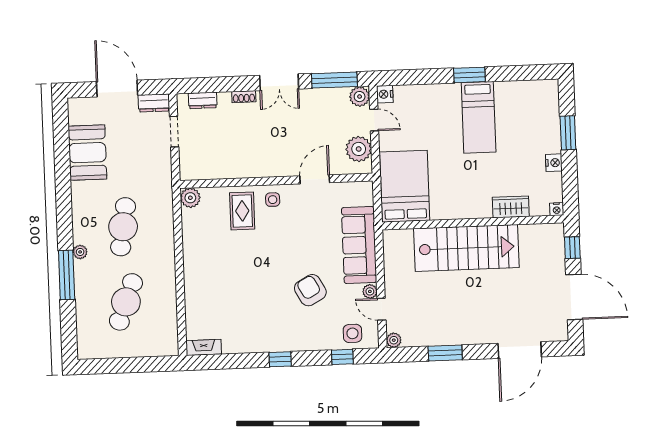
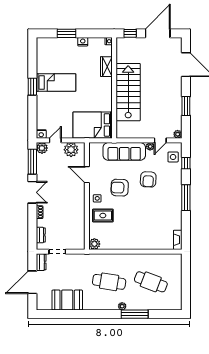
armchair: (294, 239) -> (120, 188), added
armchair: (310, 290) -> (148, 179), turned -58
window: (280, 359) -> (186, 198), width x2.17

